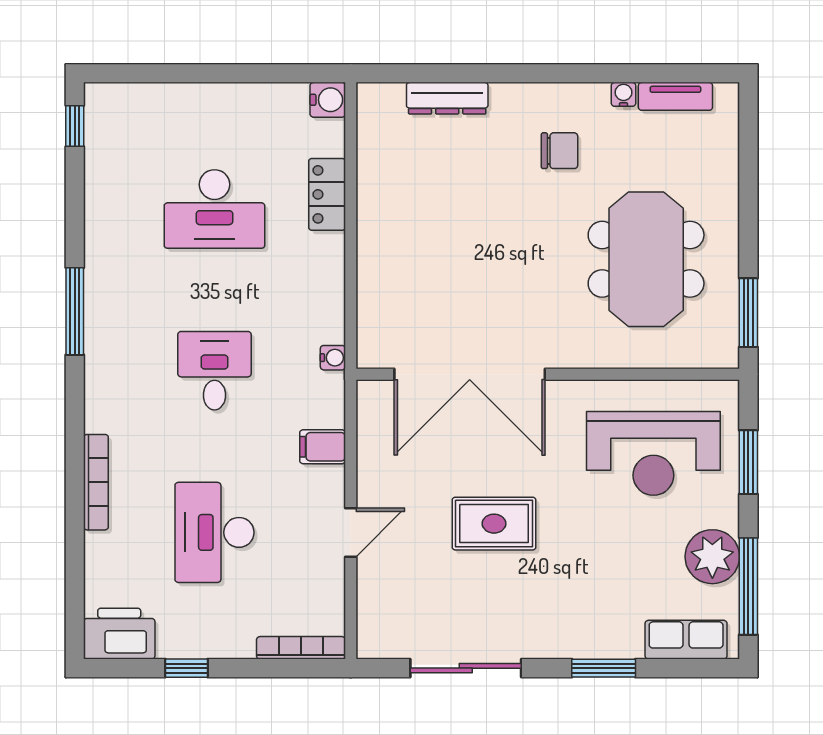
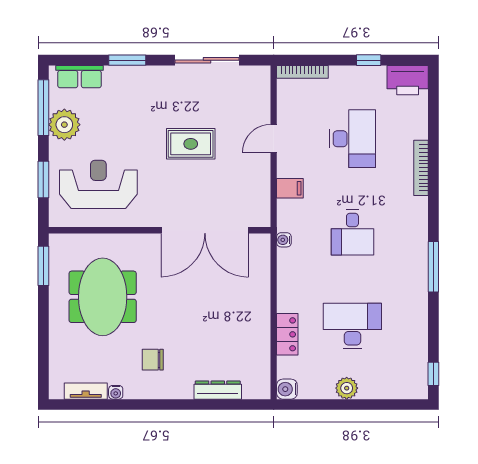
plant: (224, 101) -> (347, 388), added
double door: (470, 374) -> (205, 230), swing flipped

